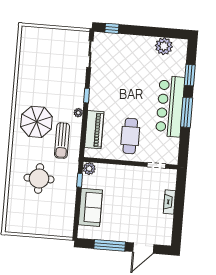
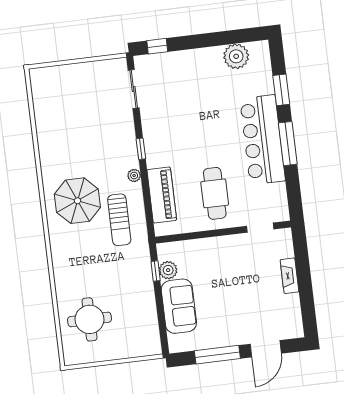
plant: (89, 169) -> (168, 270), moved
round table: (39, 179) -> (89, 319), moved

